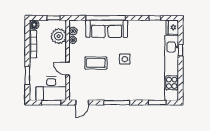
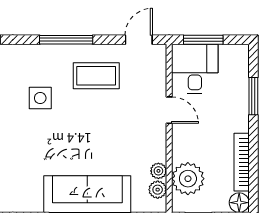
side table: (125, 59) -> (40, 98), moved
coffee table: (96, 63) -> (96, 76), moved
desk: (51, 89) -> (195, 69), width x0.73

